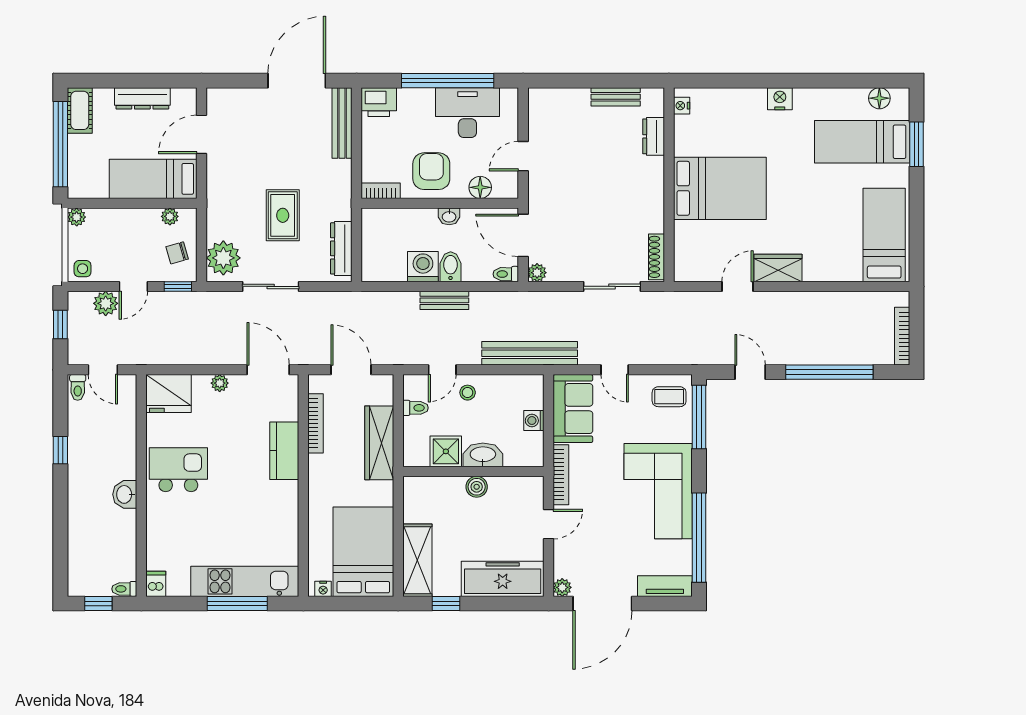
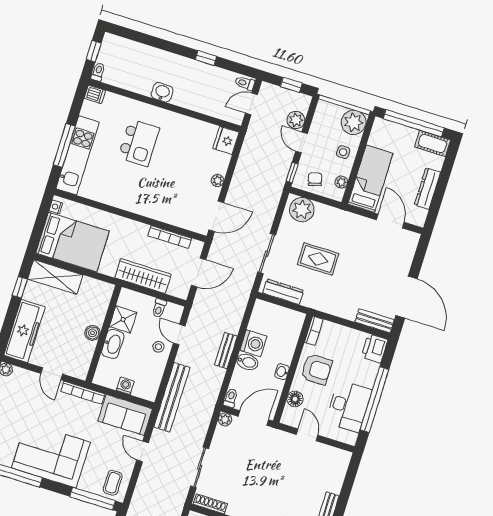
bench: (342, 123) -> (375, 321), width x0.73
plant: (77, 217) -> (354, 122), width x1.88, depth x1.88
side table: (83, 269) -> (343, 152), moved
sliding door: (271, 286) -> (267, 254), moved
door: (615, 370) -> (143, 451), hinge flipped
fridge: (169, 394) -> (226, 140), width x0.73, depth x0.75
kitchen counter: (284, 451) -> (158, 210), removed
kitchen island: (178, 470) -> (139, 143), moved

